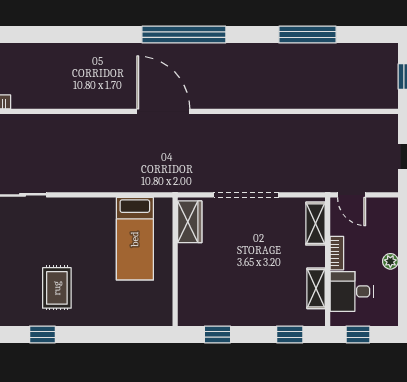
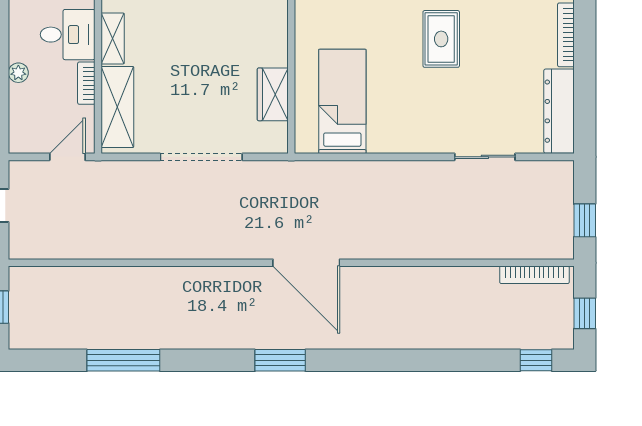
window: (184, 35) -> (280, 360), width x0.47
door: (352, 195) -> (67, 157), hinge flipped
wardrobe: (190, 222) -> (273, 94), moved
shelving: (315, 224) -> (117, 107), width x1.50, depth x1.33

